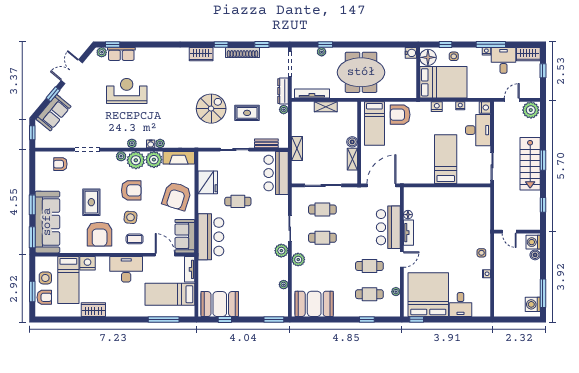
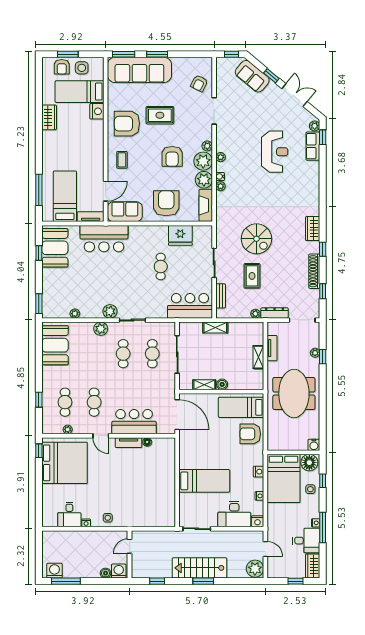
tv unit: (312, 93) -> (272, 348), width x0.71
armchair: (400, 115) -> (250, 434), turned -90
armchair: (60, 164) -> (199, 83), turned -153
armchair: (177, 196) -> (166, 203), turned 72
side table: (131, 217) -> (144, 156), removed
bar counter: (211, 237) -> (104, 239), moved
desk: (126, 269) -> (91, 151), removed
desk: (461, 305) -> (69, 515), moved, turned -90

